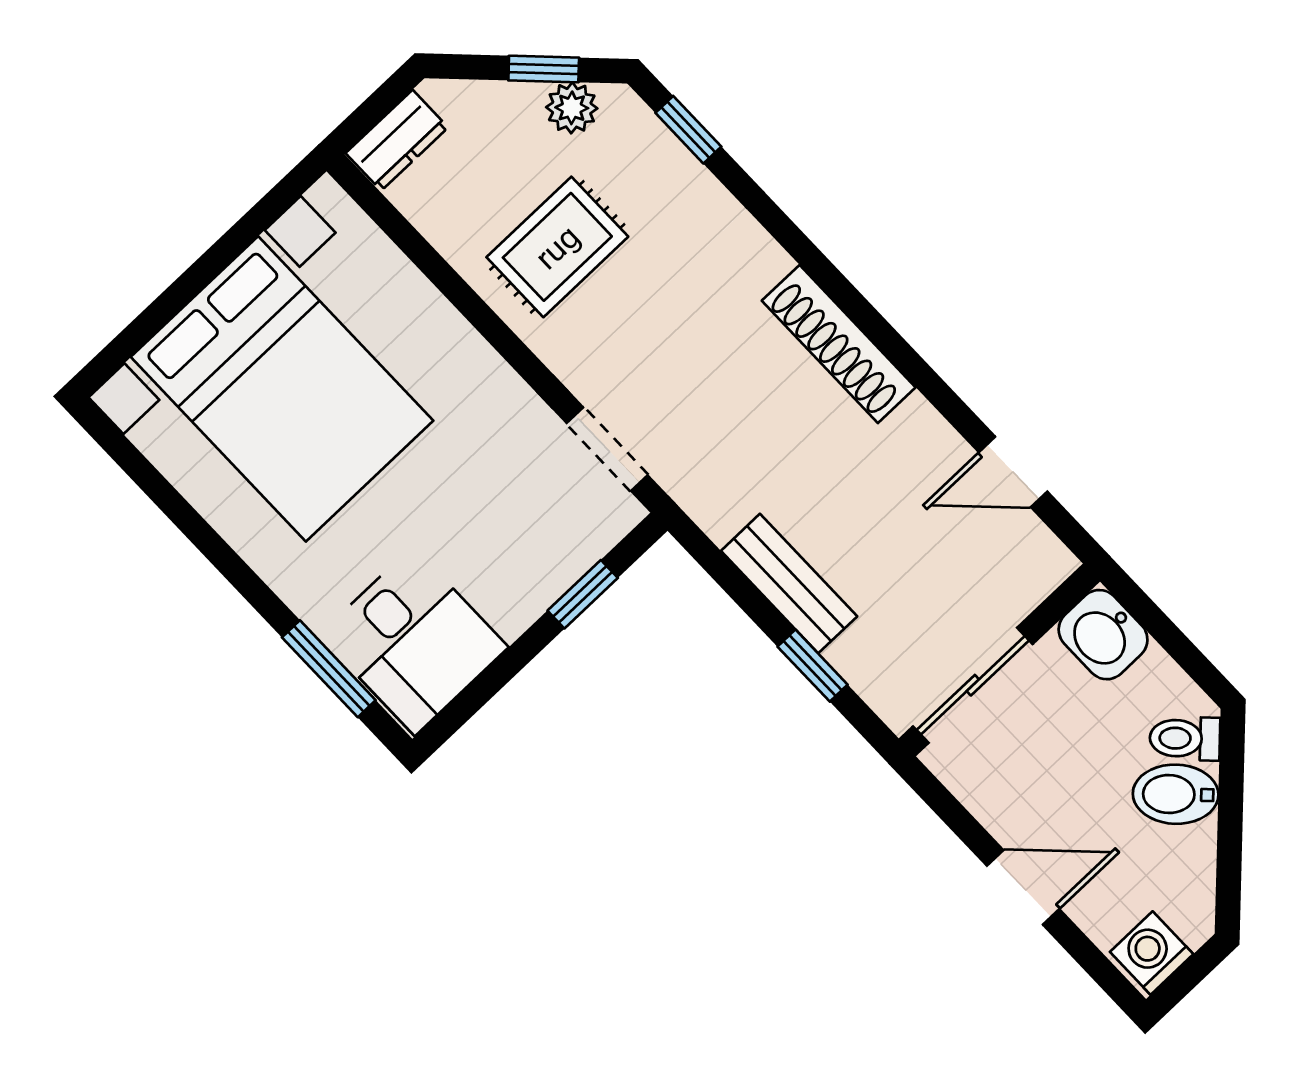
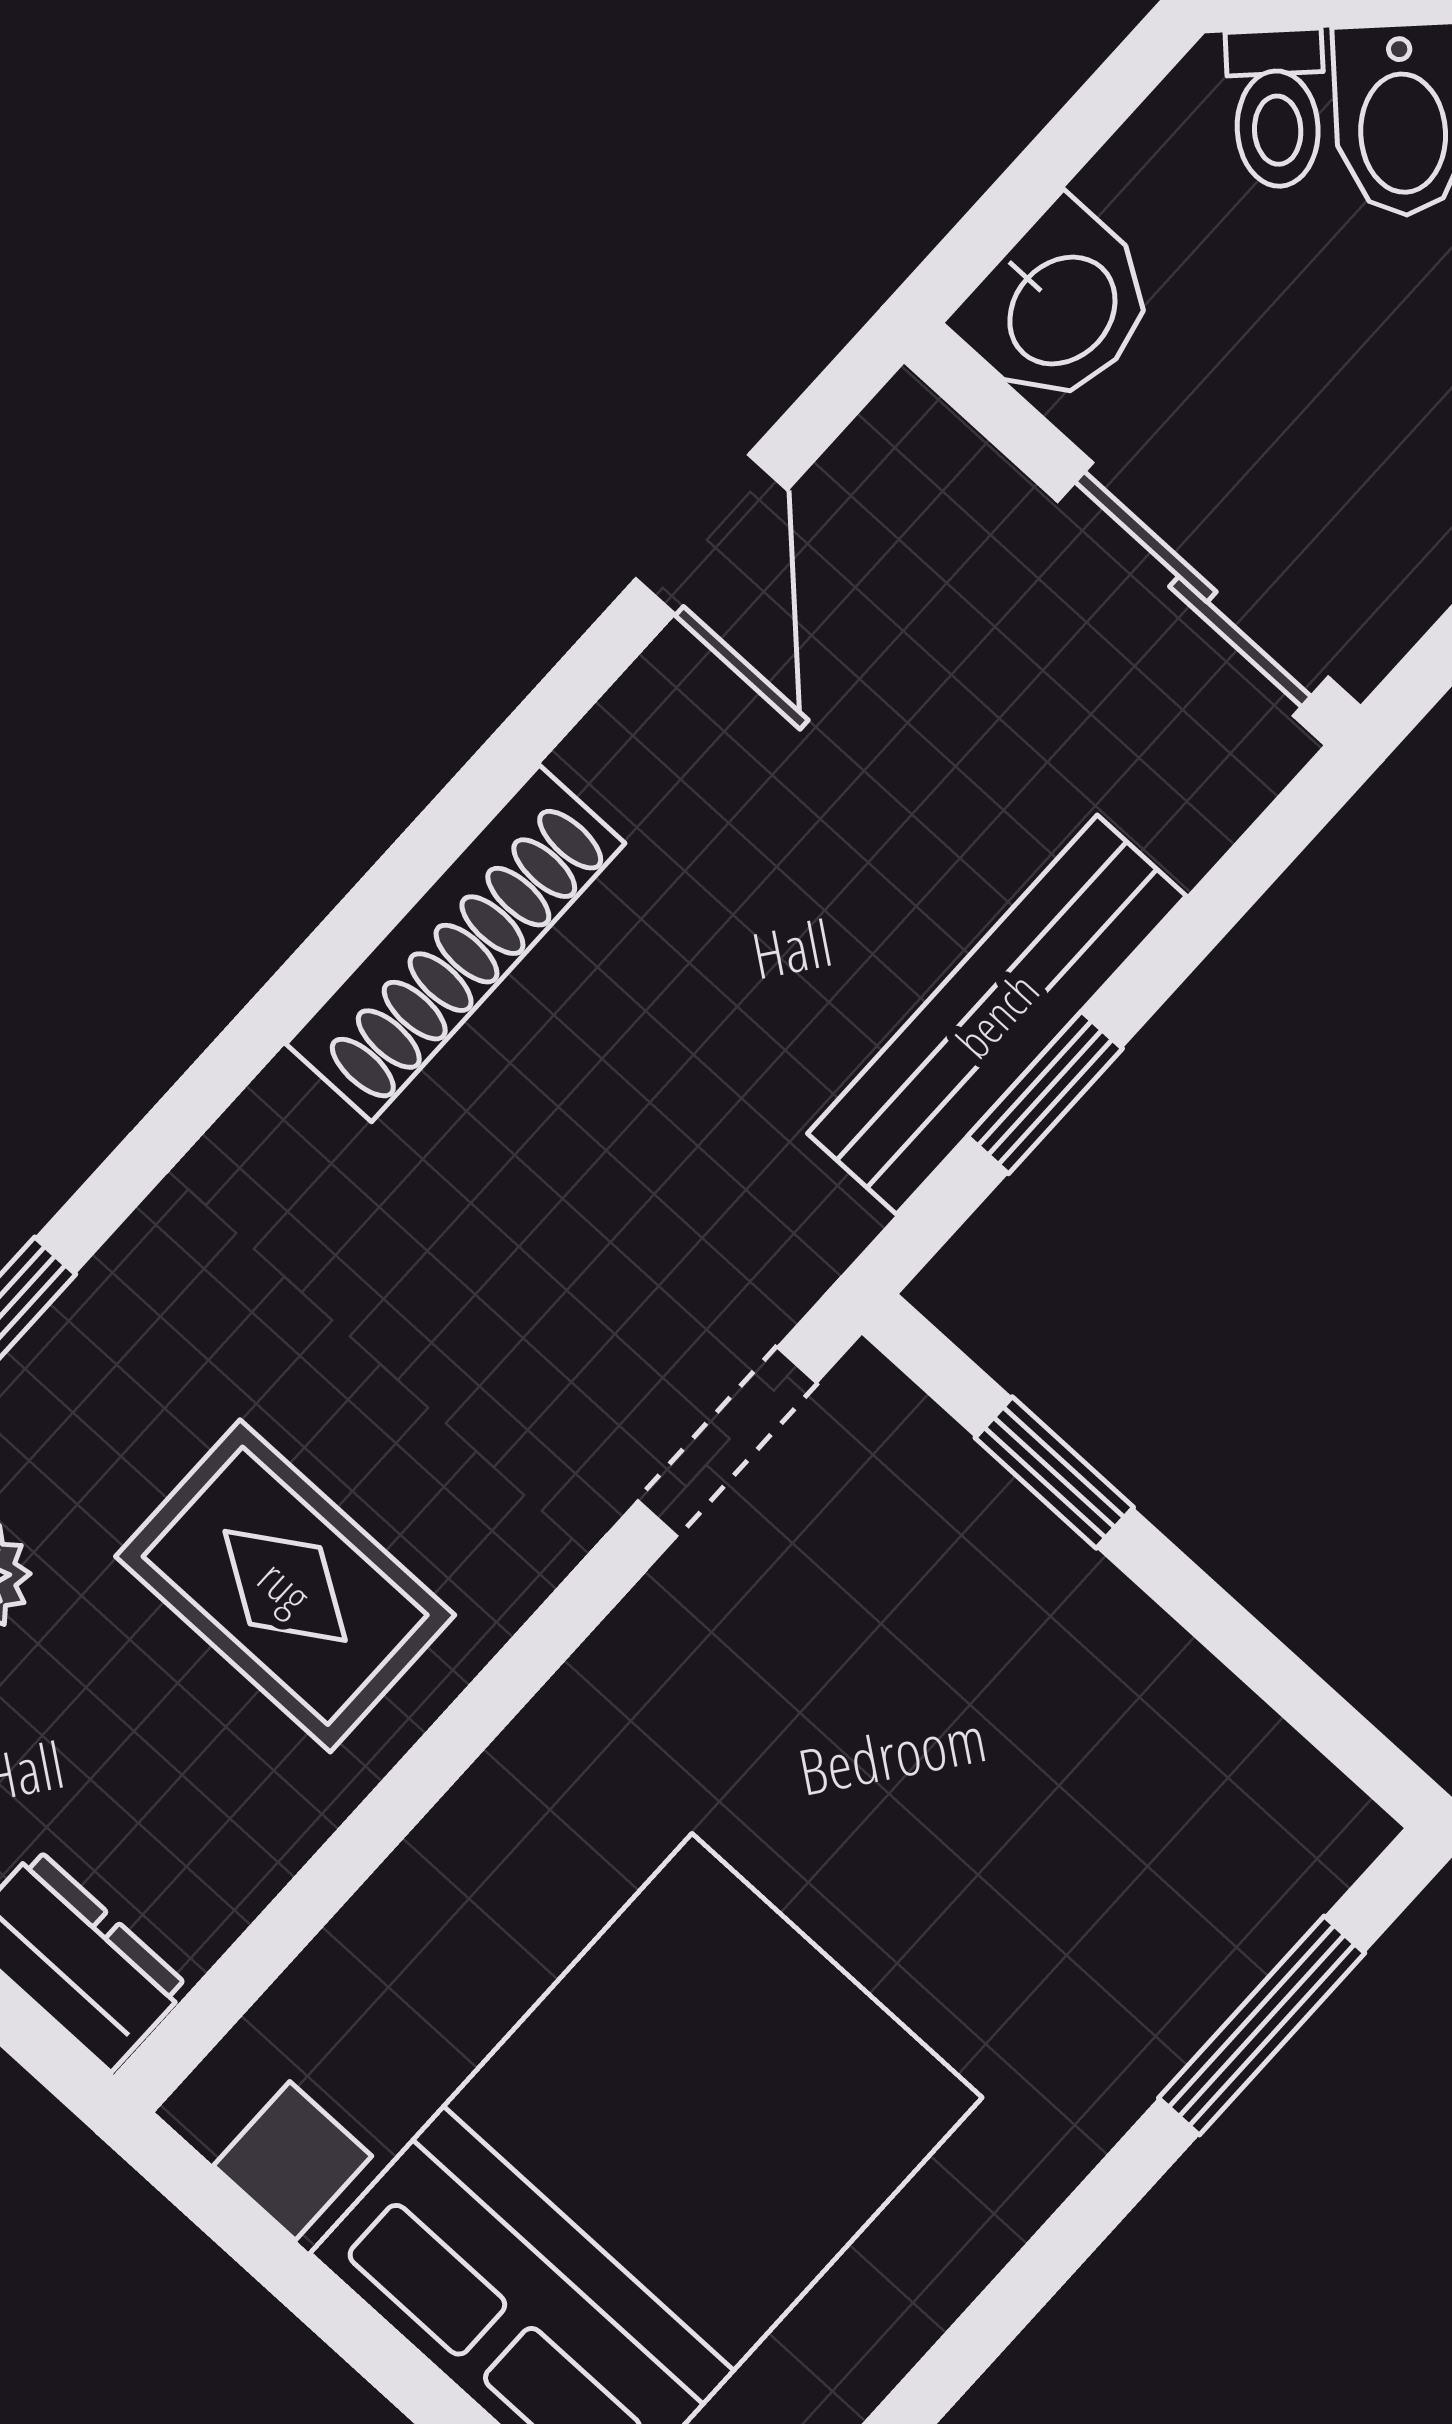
bench: (789, 584) -> (997, 1015), width x1.36
desk: (414, 641) -> (1186, 1841), removed
window: (813, 666) -> (1045, 1092), moved

